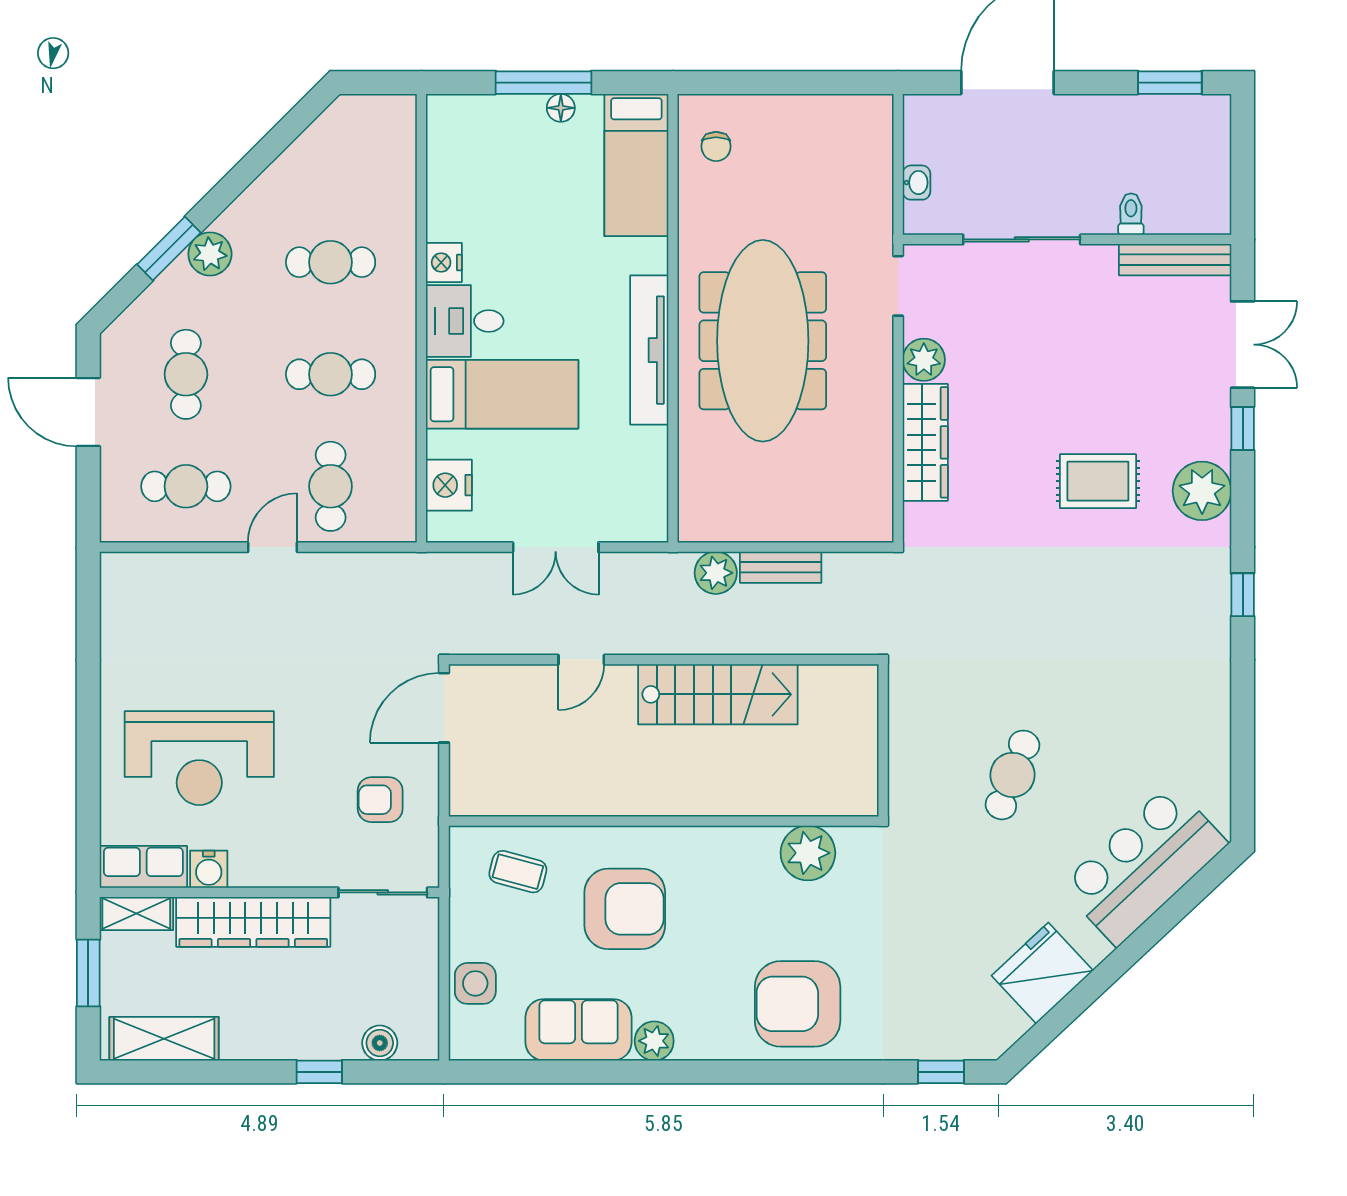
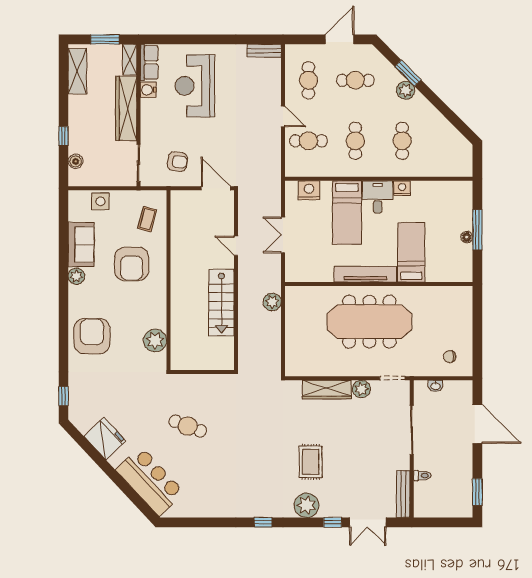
chair: (716, 146) -> (450, 357), moved
bed: (636, 165) -> (411, 252), moved, turned 90
bench: (781, 567) -> (264, 51), moved, turned 90
armchair: (380, 800) -> (177, 162), turned 98

